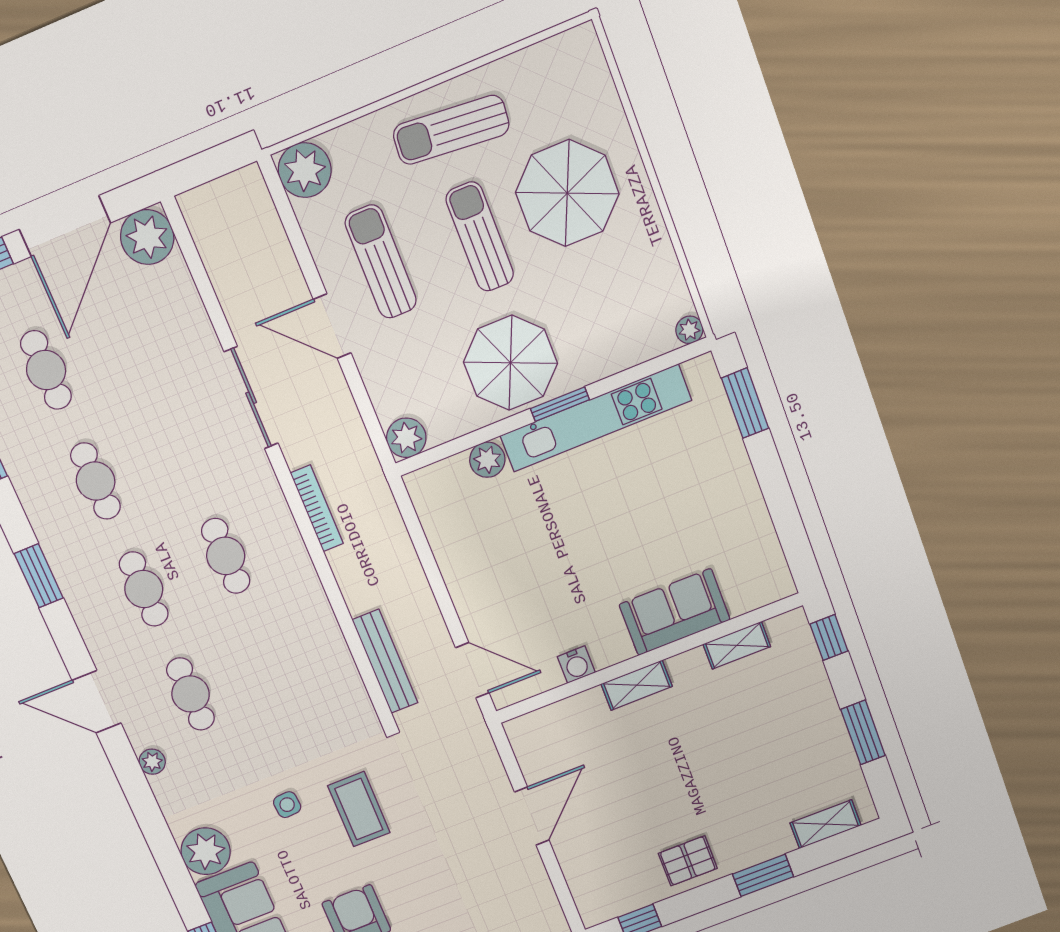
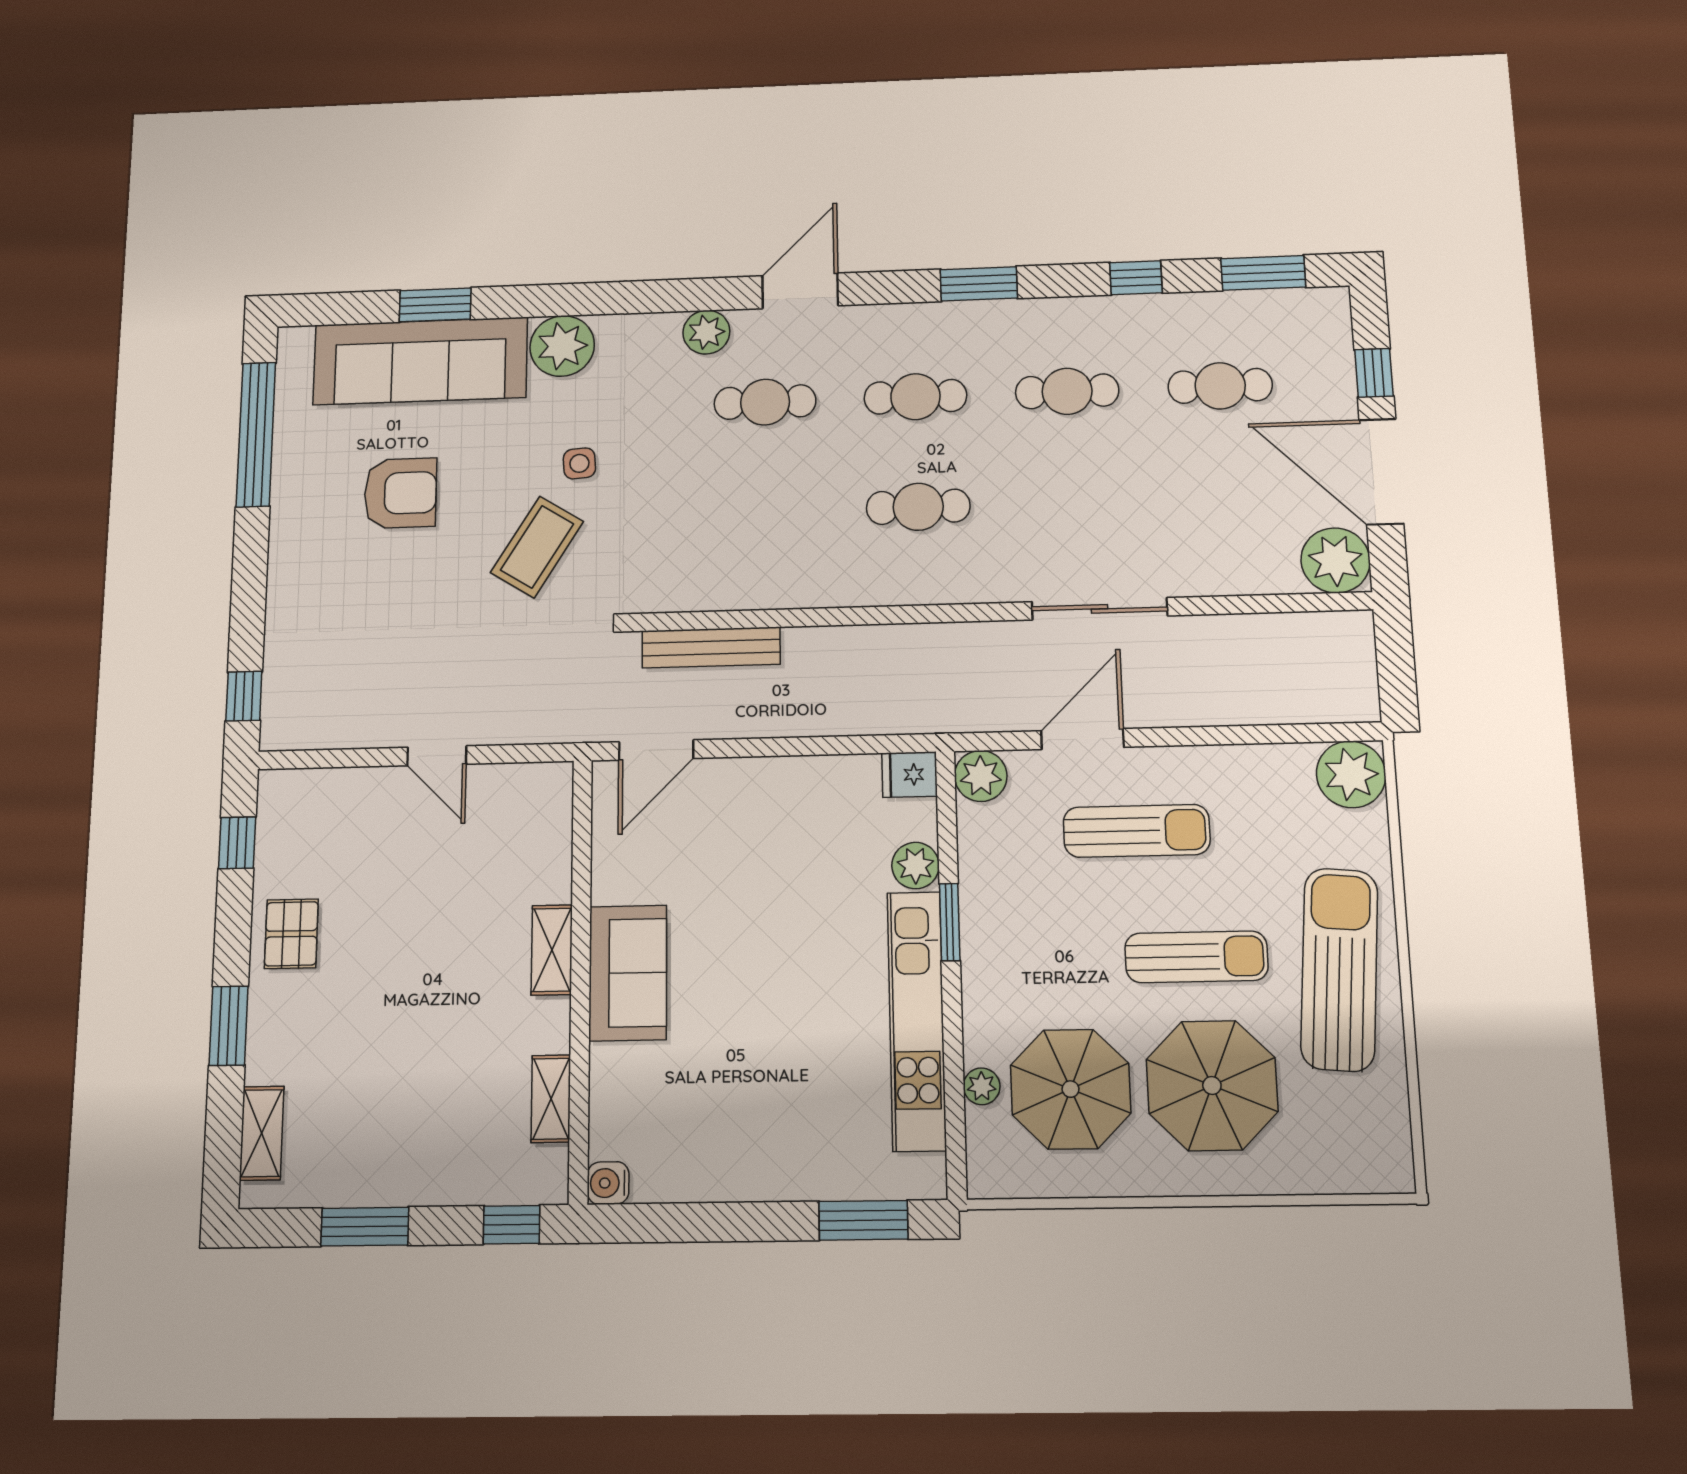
sun lounger: (451, 130) -> (1339, 969), width x1.36, depth x1.34
sun lounger: (381, 262) -> (1137, 831), moved
door: (332, 326) -> (1082, 739), moved
plant: (689, 330) -> (982, 1086), moved
parasol: (510, 363) -> (1071, 1089), moved
window: (560, 404) -> (950, 922), moved
fridge: (424, 488) -> (909, 775), added
bookcase: (317, 508) -> (935, 636), removed
sofa: (675, 612) -> (628, 973), moved
water cooler: (576, 665) -> (608, 1183), moved
plant: (152, 762) -> (706, 332), width x1.38, depth x1.38
coffee table: (359, 809) -> (537, 547), turned -58
door: (532, 816) -> (437, 756), width x0.73

